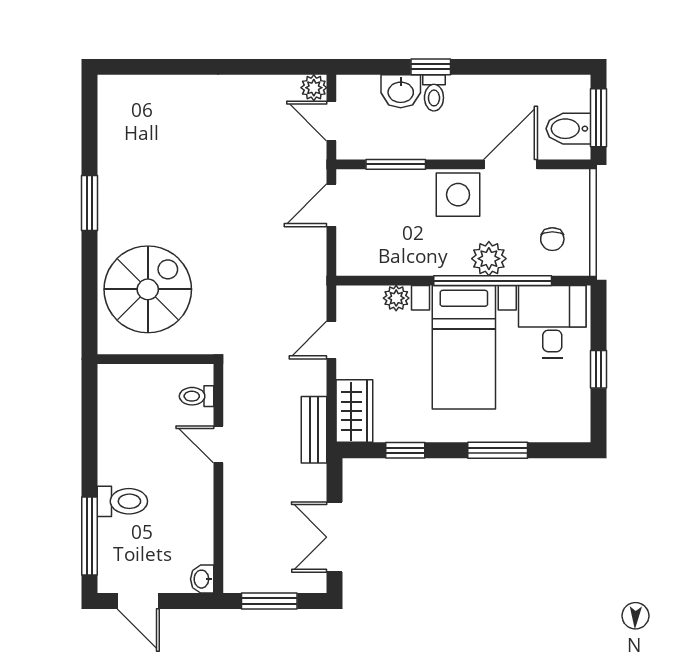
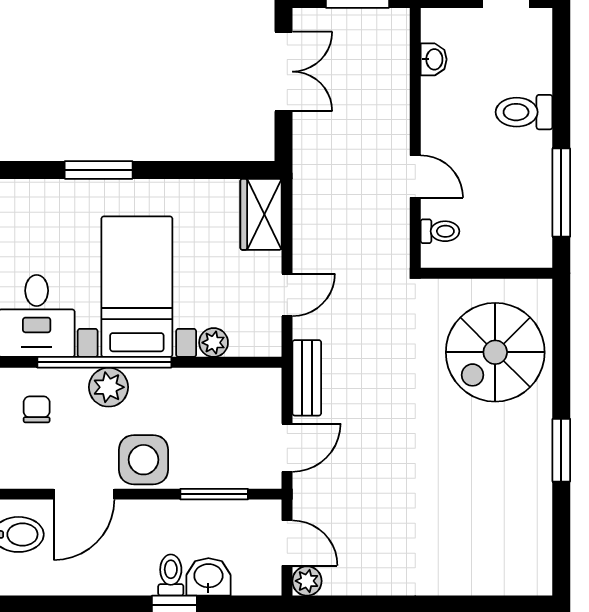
bench: (314, 430) -> (307, 378), moved
window: (405, 450) -> (203, 170), removed
window: (89, 536) -> (561, 193), moved
washbasin: (202, 579) -> (434, 59), moved

